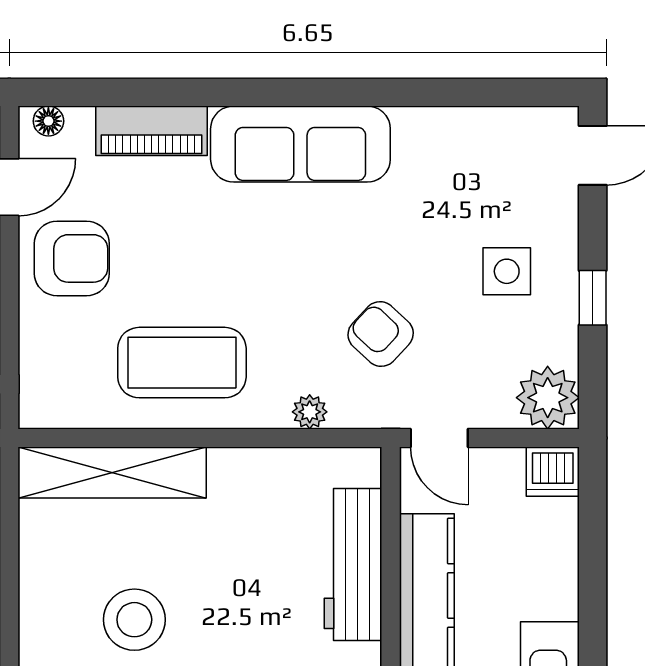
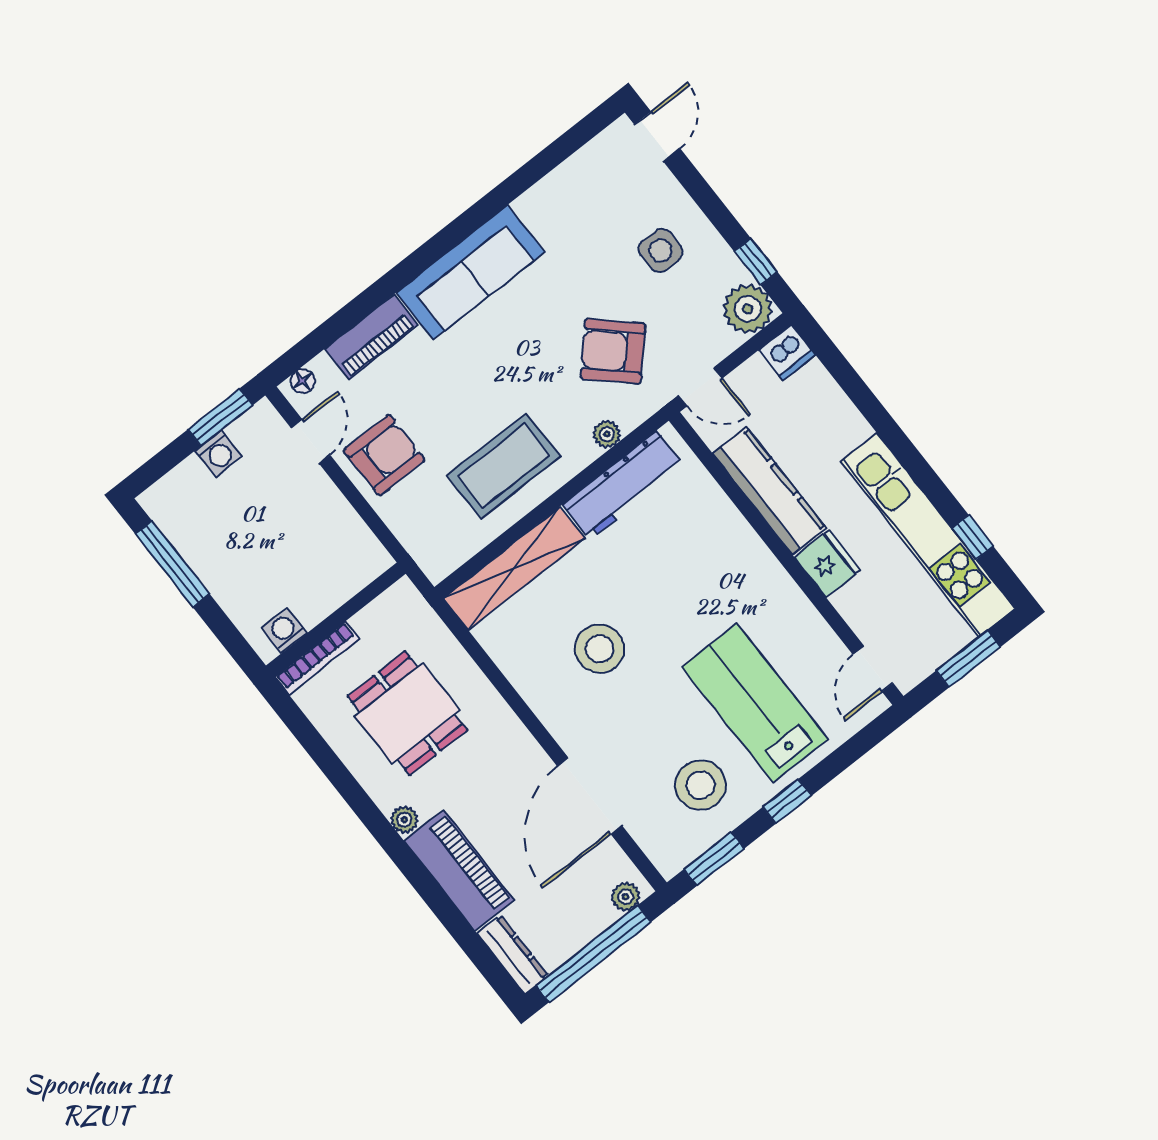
window: (593, 298) -> (756, 262), moved
armchair: (381, 334) -> (613, 351), width x1.38, depth x1.38
workbench: (353, 564) -> (623, 485), moved, turned -90

